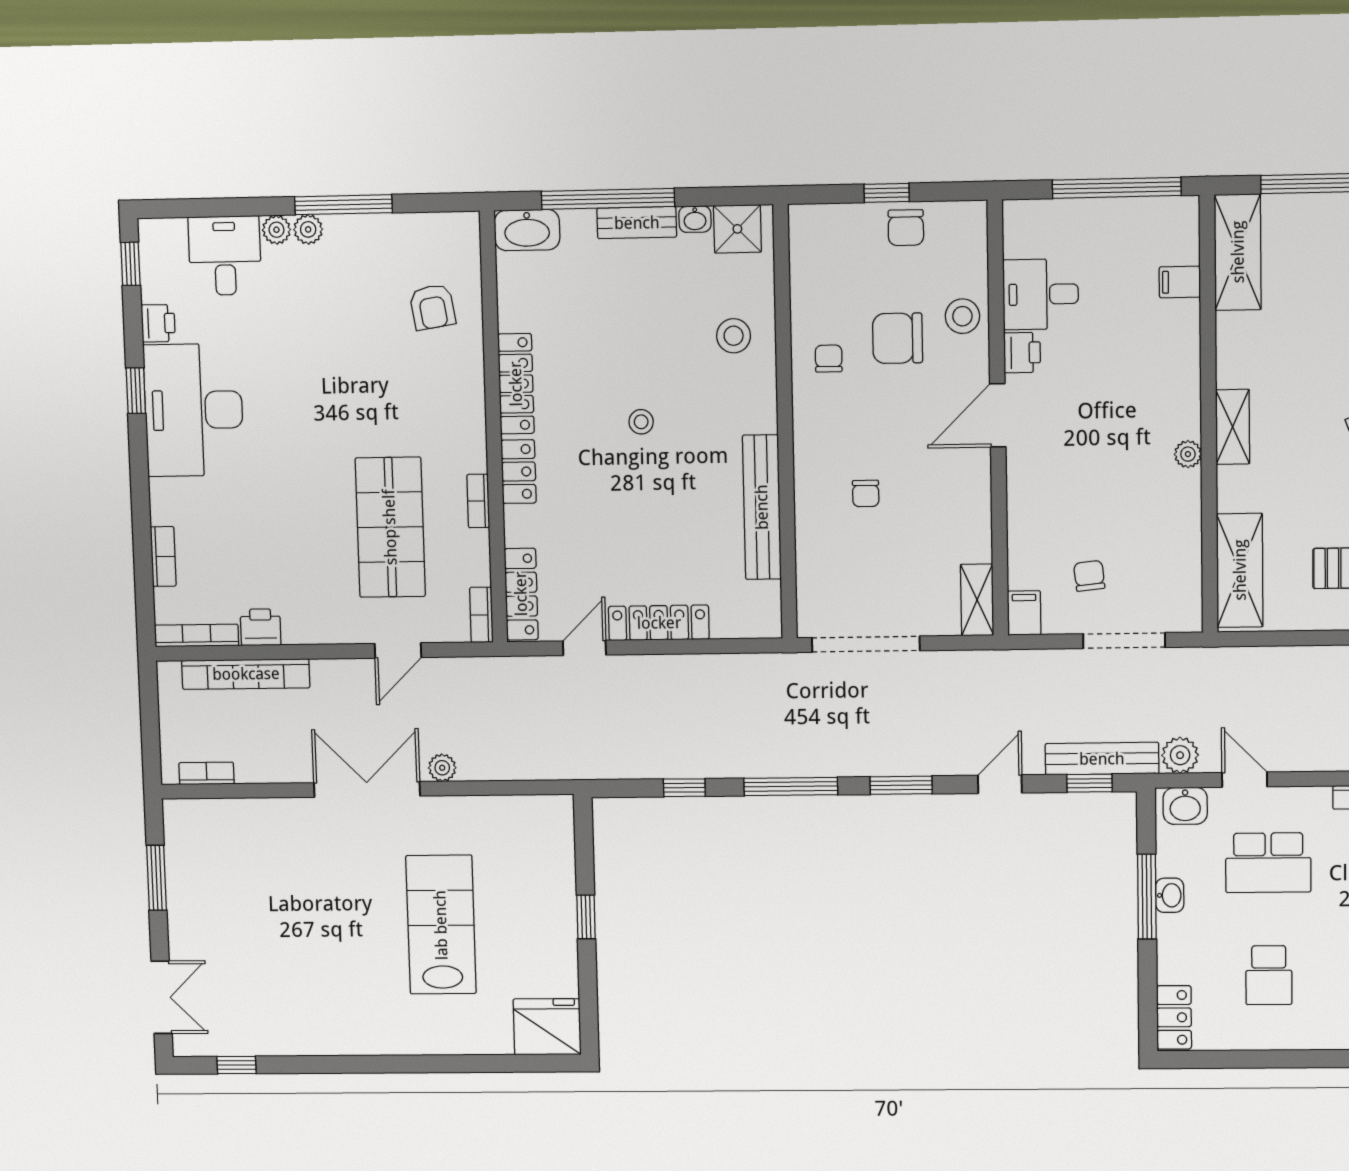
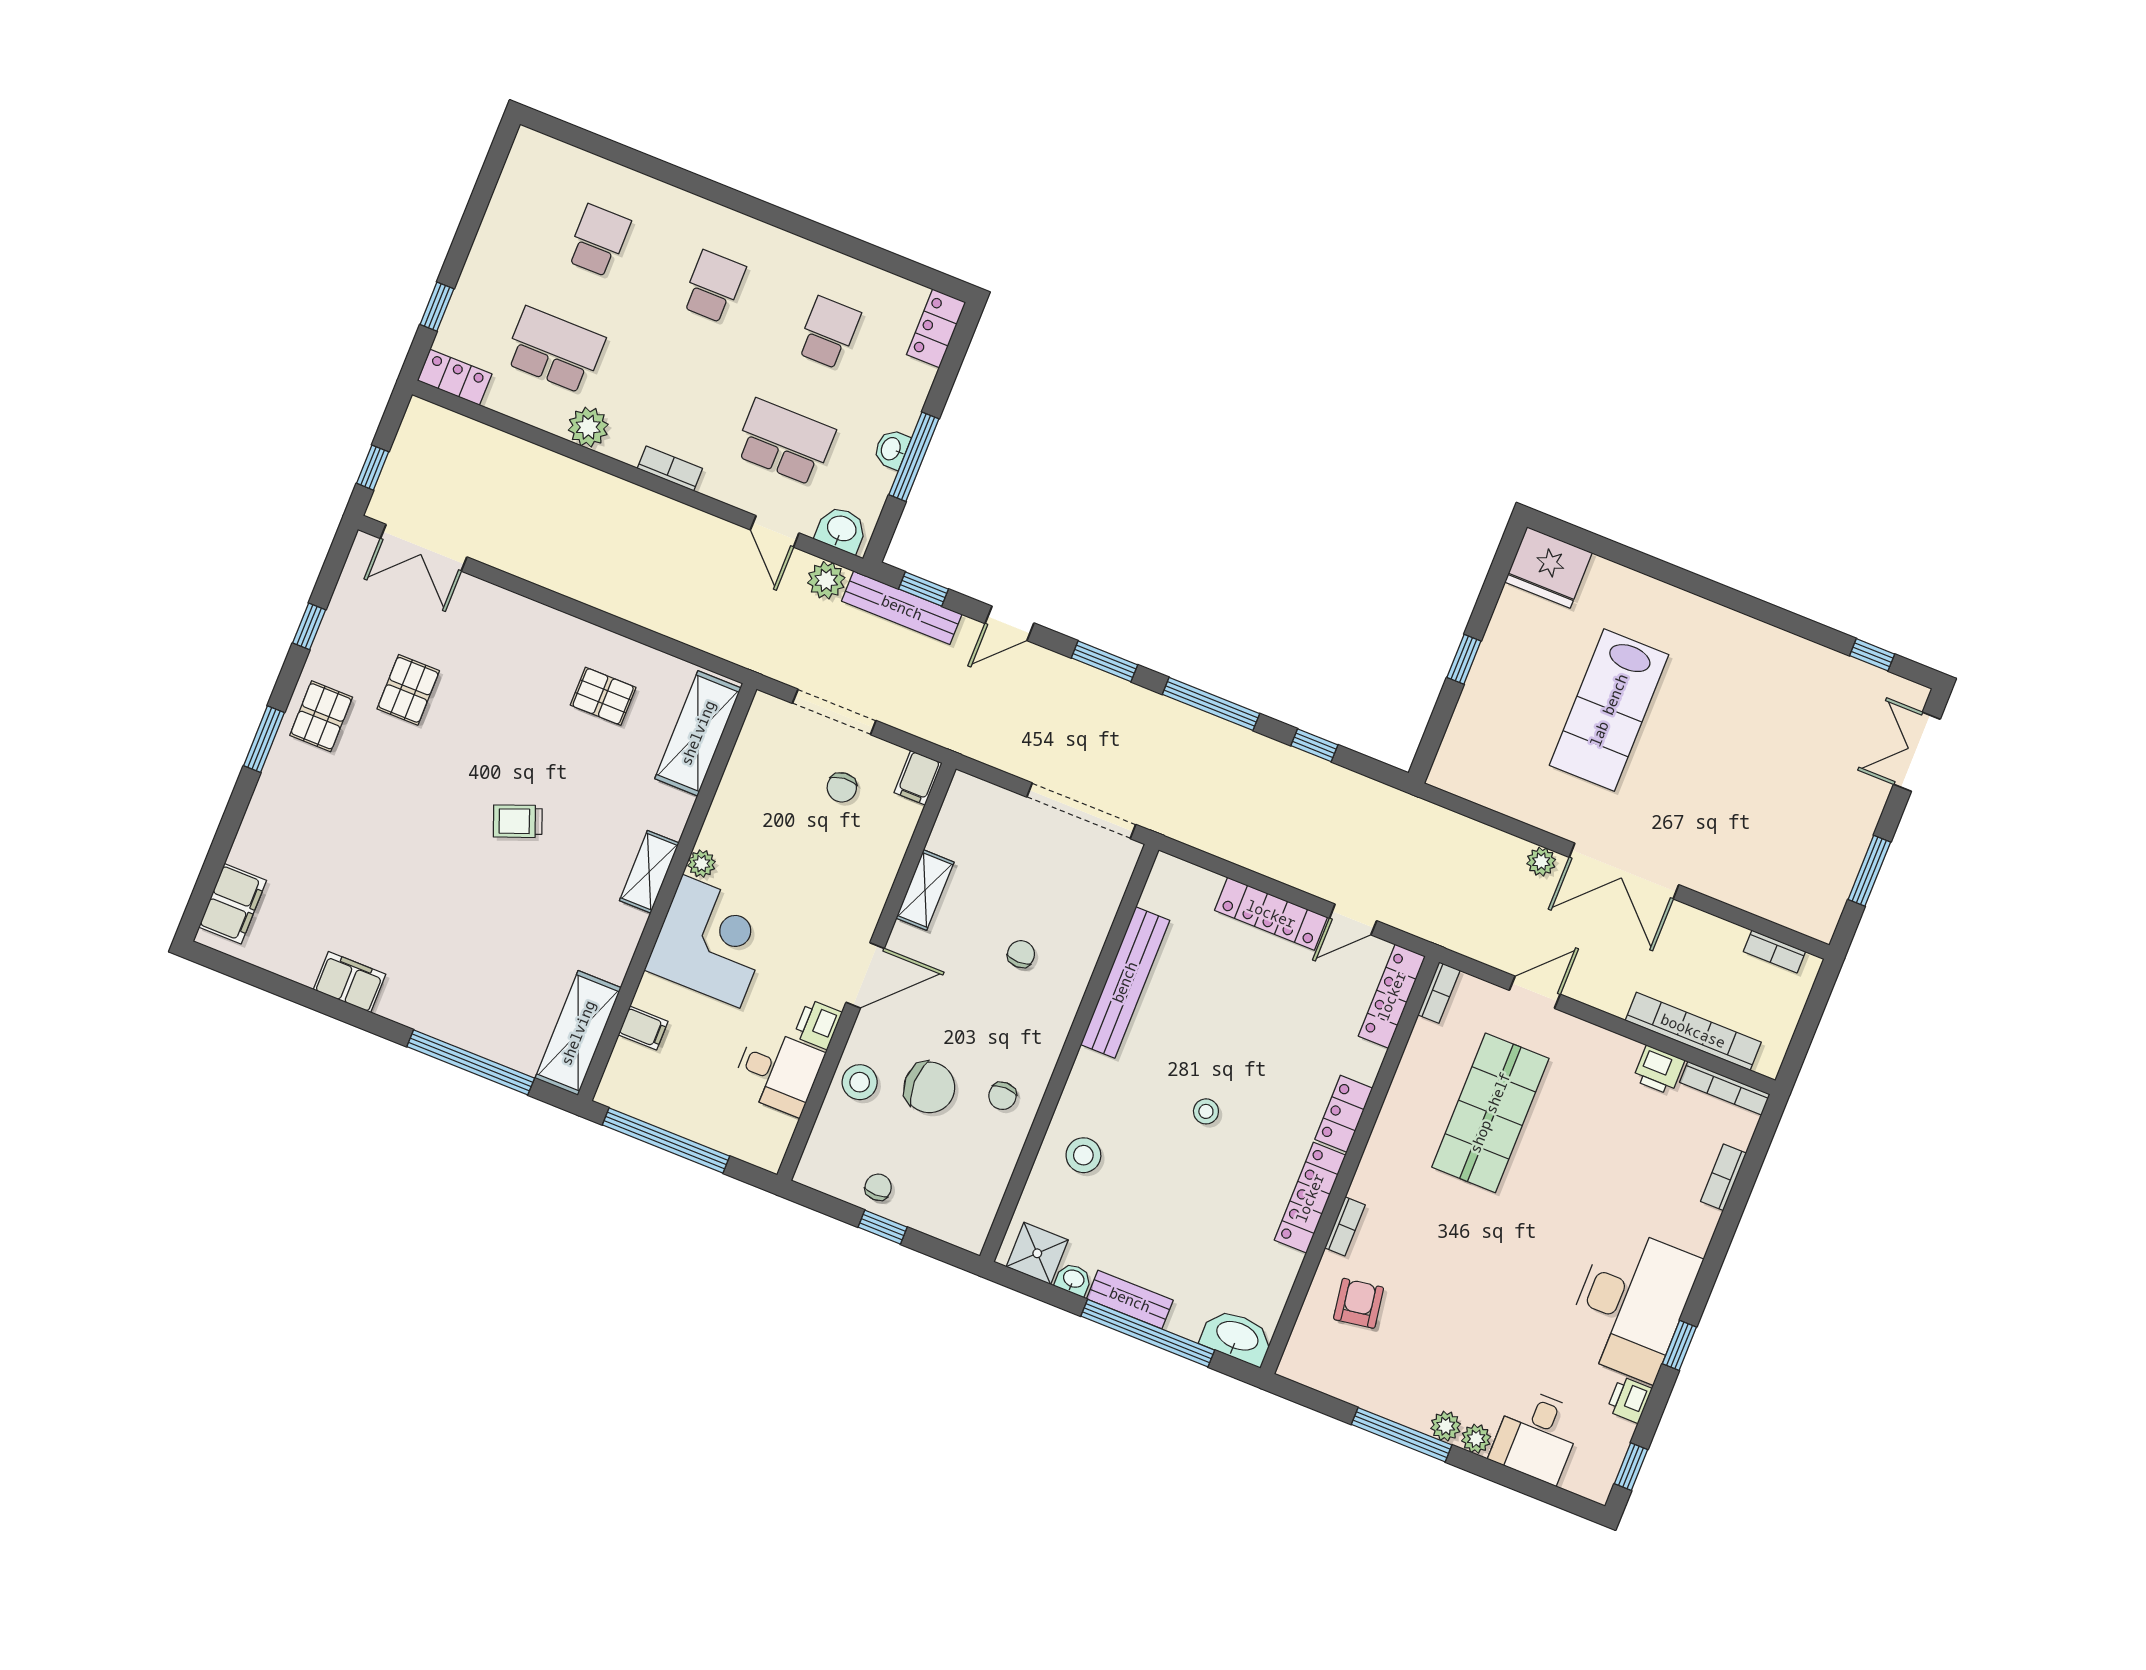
chair: (906, 228) -> (878, 1187), width x0.73, depth x0.73
corner desk: (1150, 387) -> (711, 941), added
bookcase: (478, 501) -> (1345, 1226), moved
shelving: (977, 600) -> (925, 890), moved

